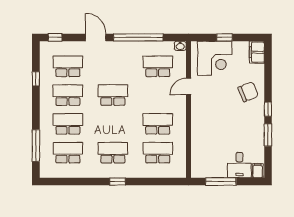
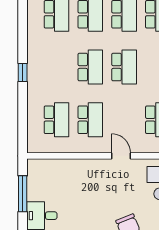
door: (189, 87) -> (121, 156), moved
school desk: (113, 153) -> (90, 67), moved

